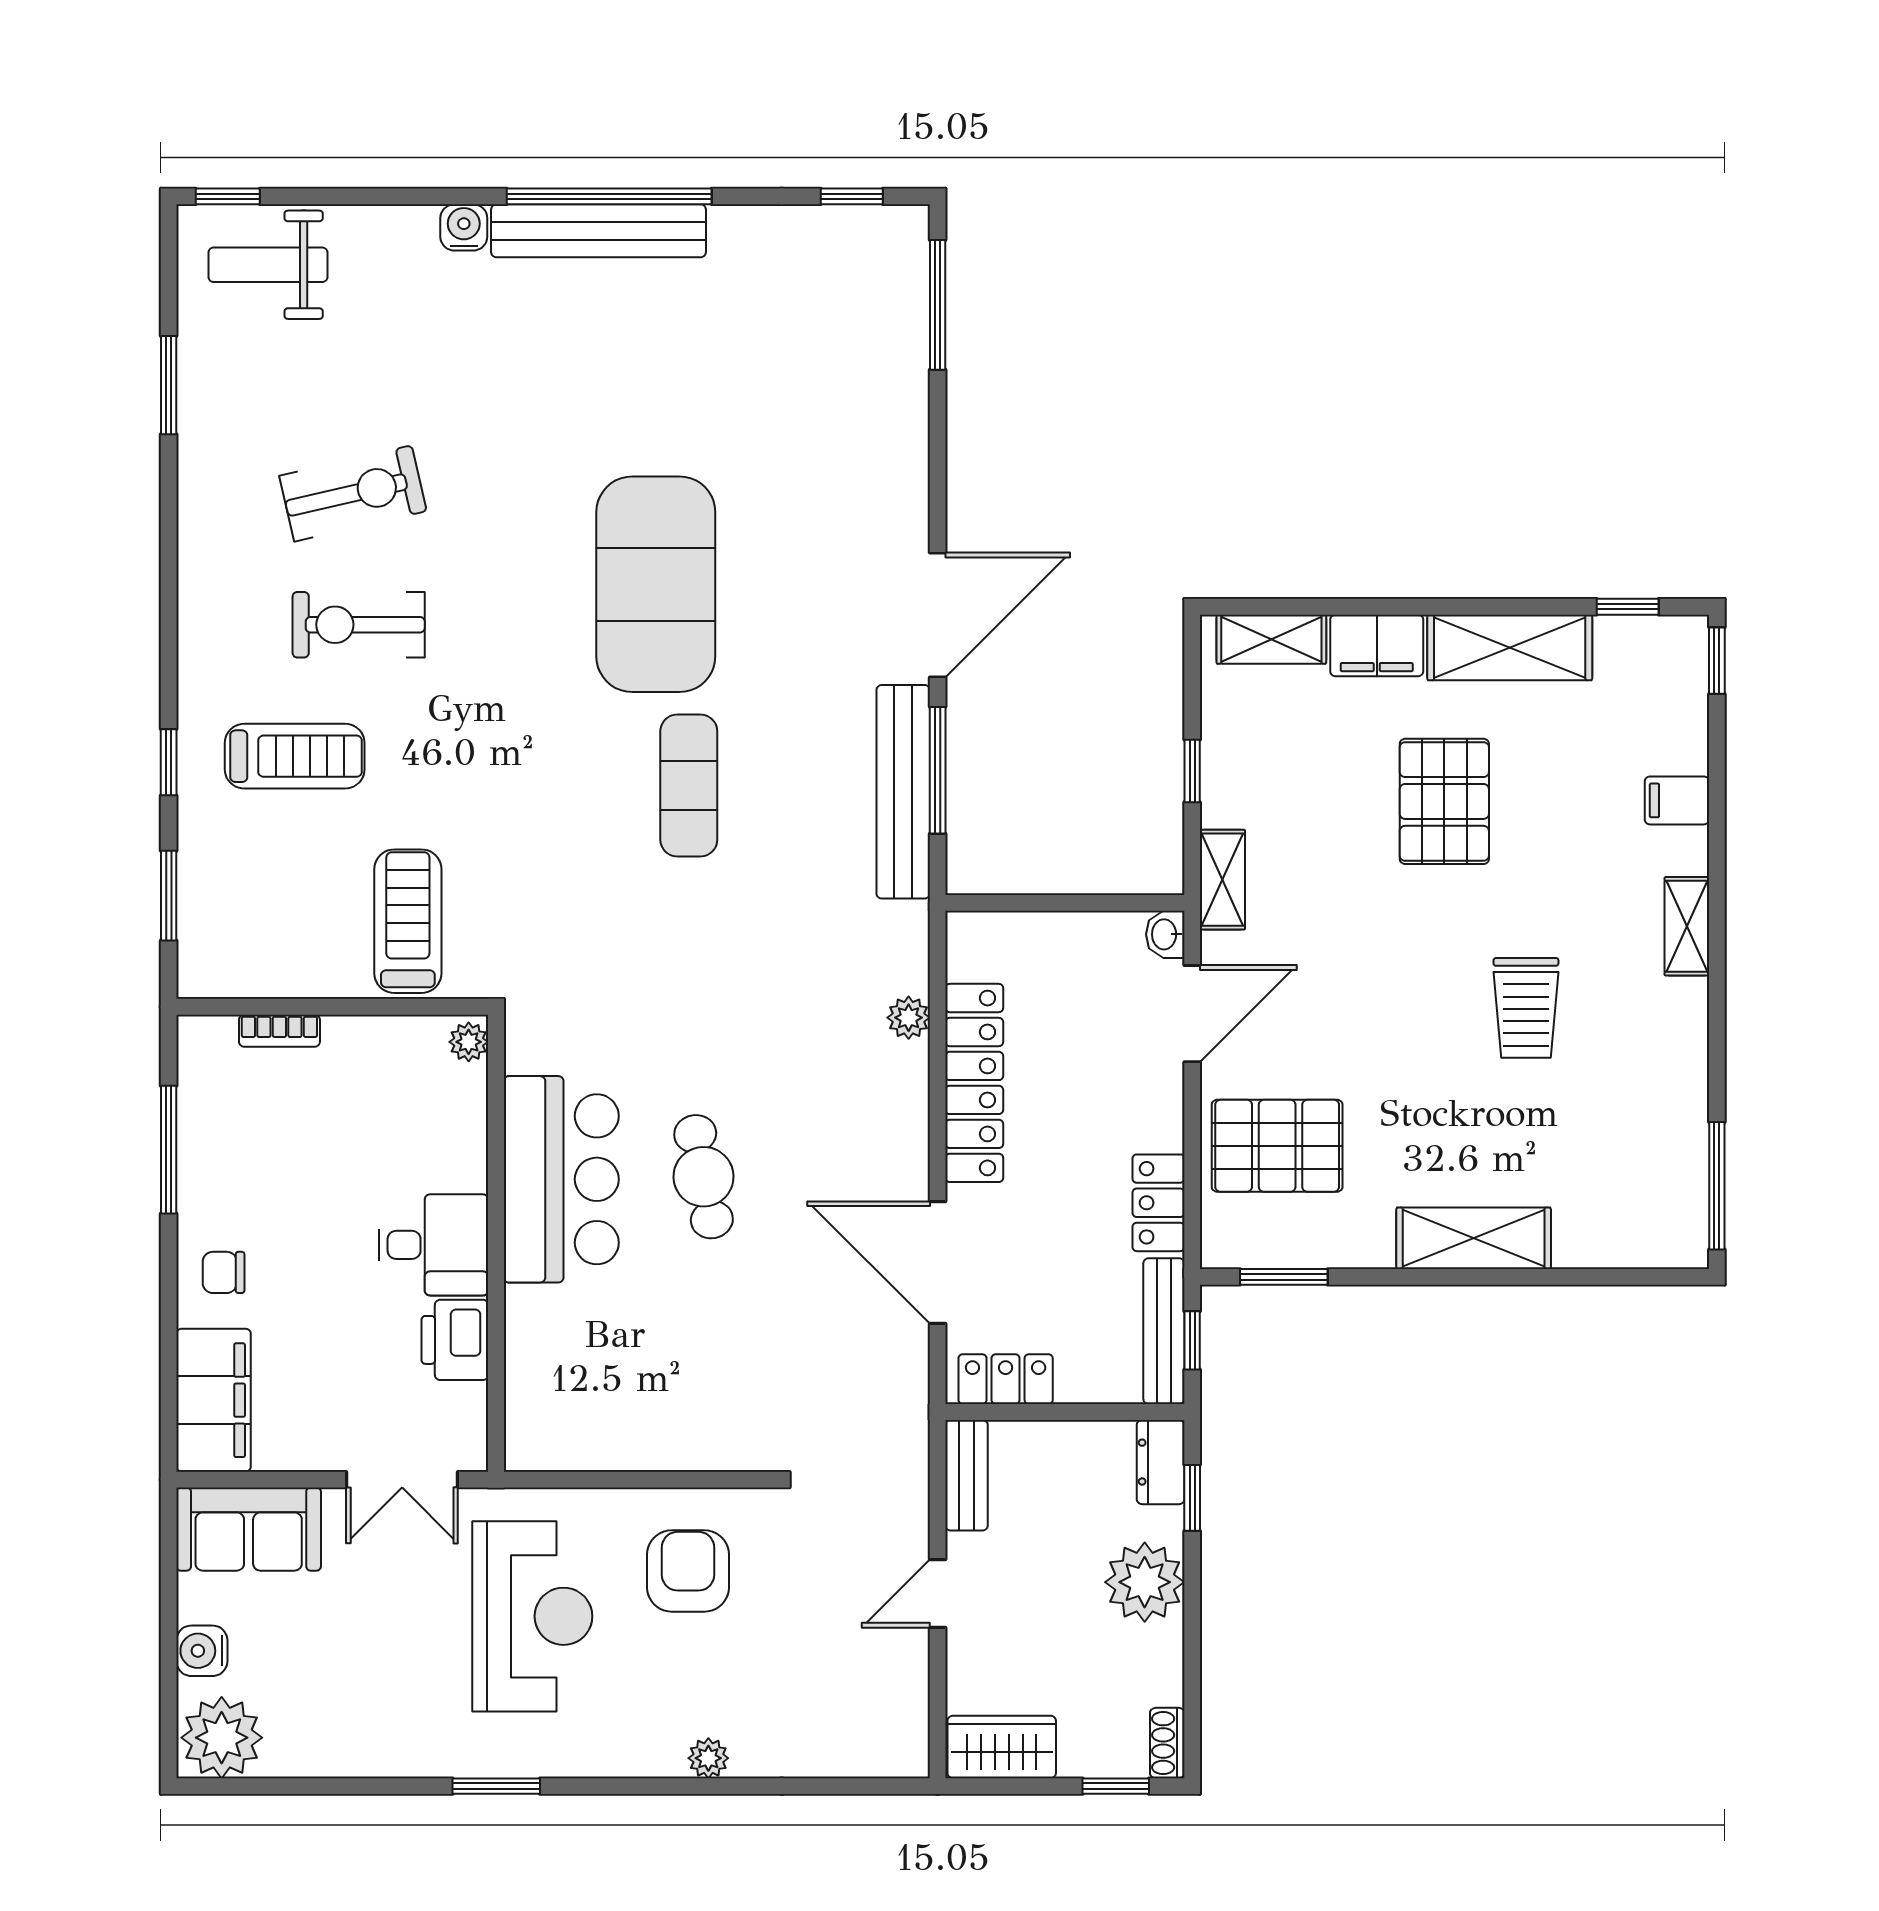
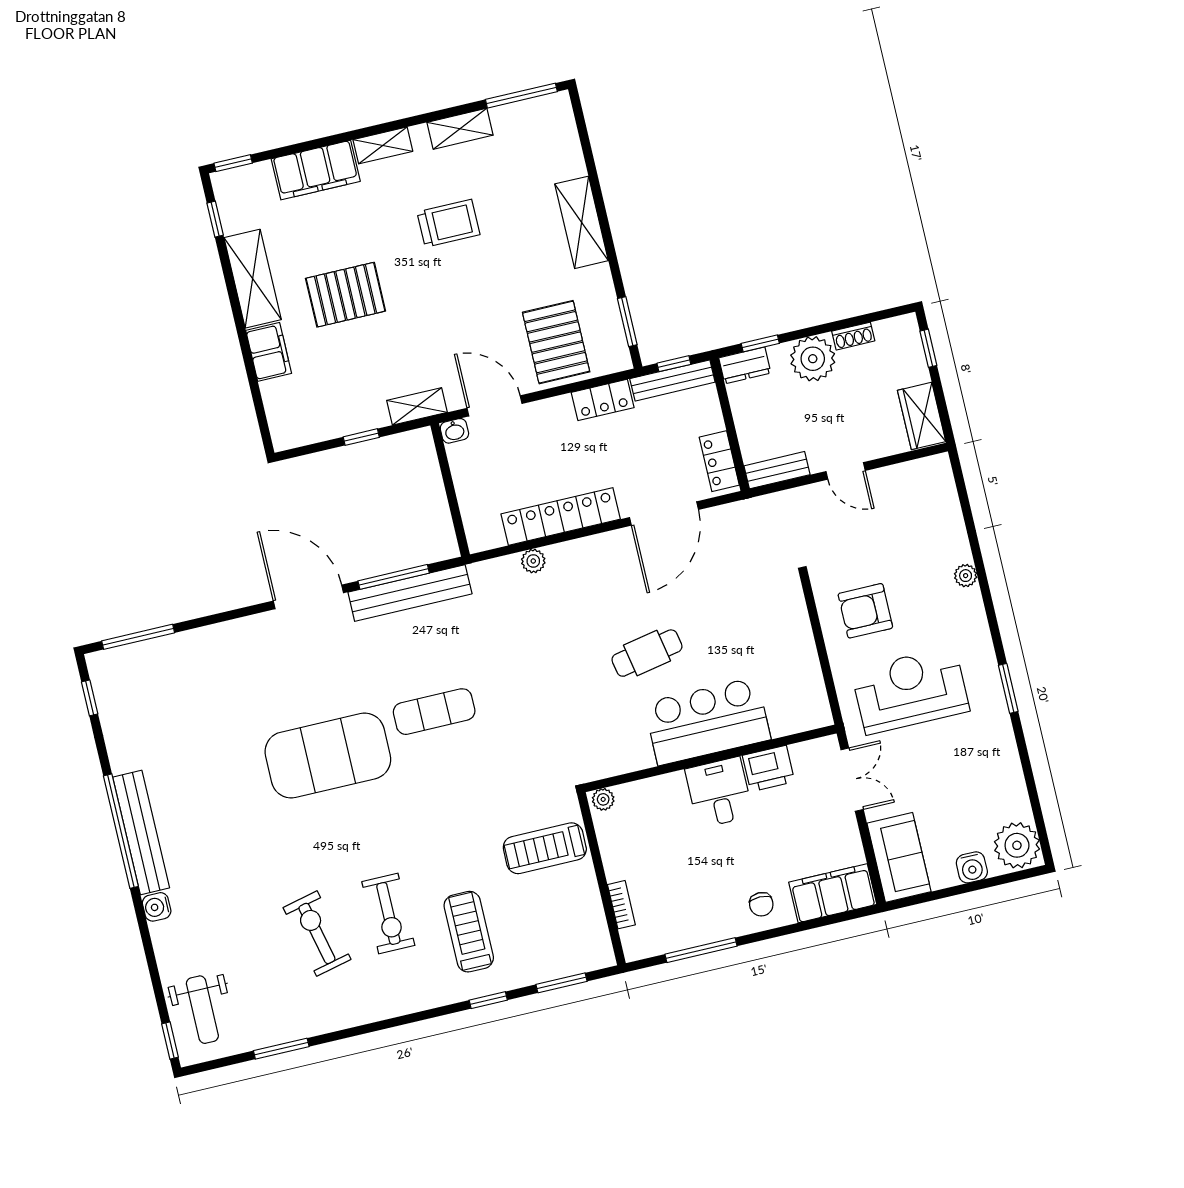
shelving: (1271, 639) -> (460, 129), moved, turned 90
filing cabinet: (1677, 800) -> (316, 170), width x3.00, depth x1.17
bar counter: (561, 1179) -> (707, 721), moved
shoe rack: (1167, 1743) -> (853, 336), moved

